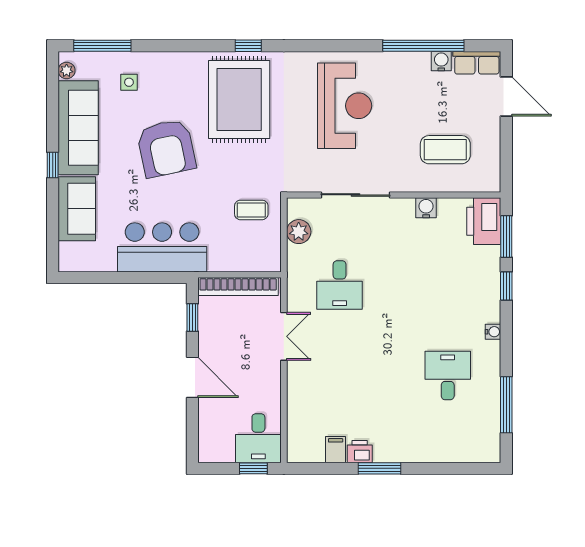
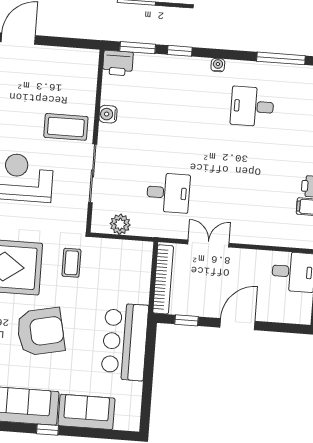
coffee table: (445, 150) -> (66, 127), moved, turned 90
coffee table: (251, 210) -> (71, 263), moved
printer: (484, 221) -> (118, 63), width x0.73, depth x0.84

